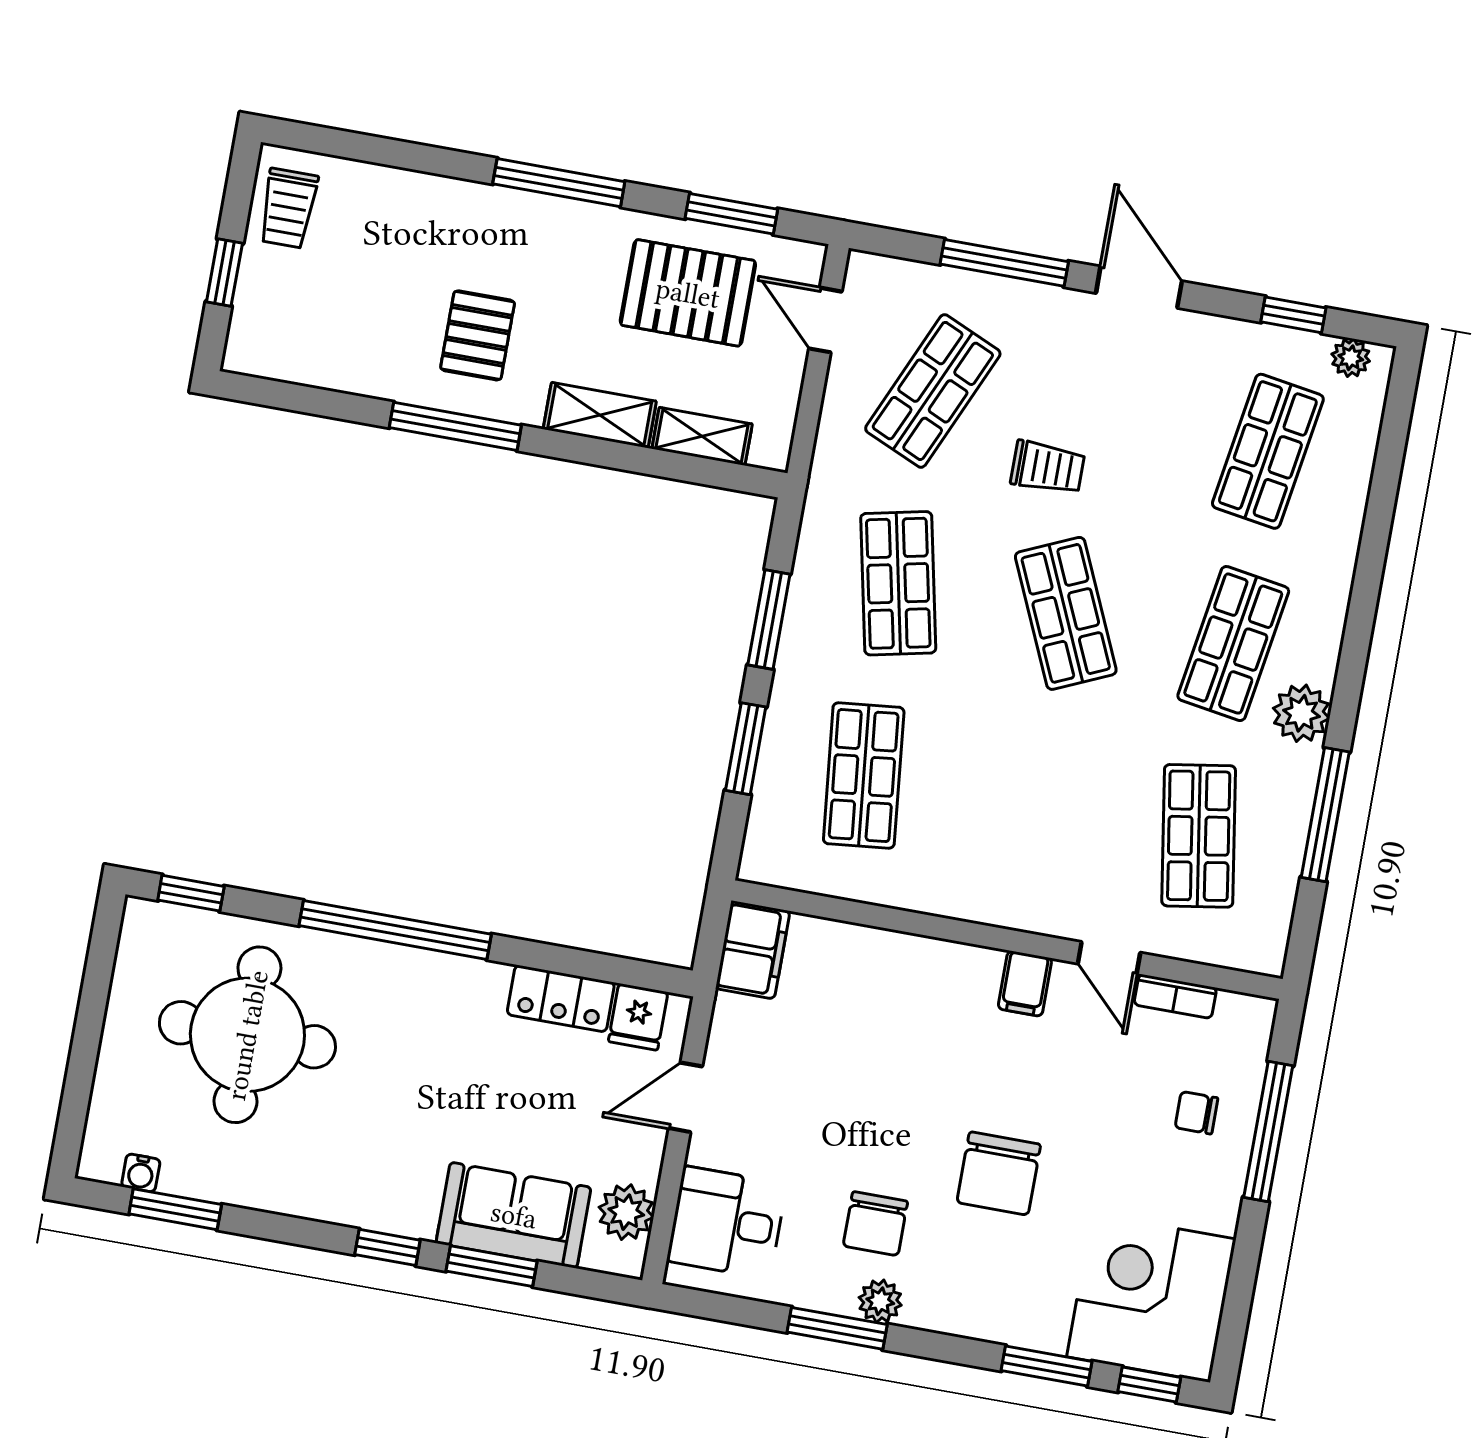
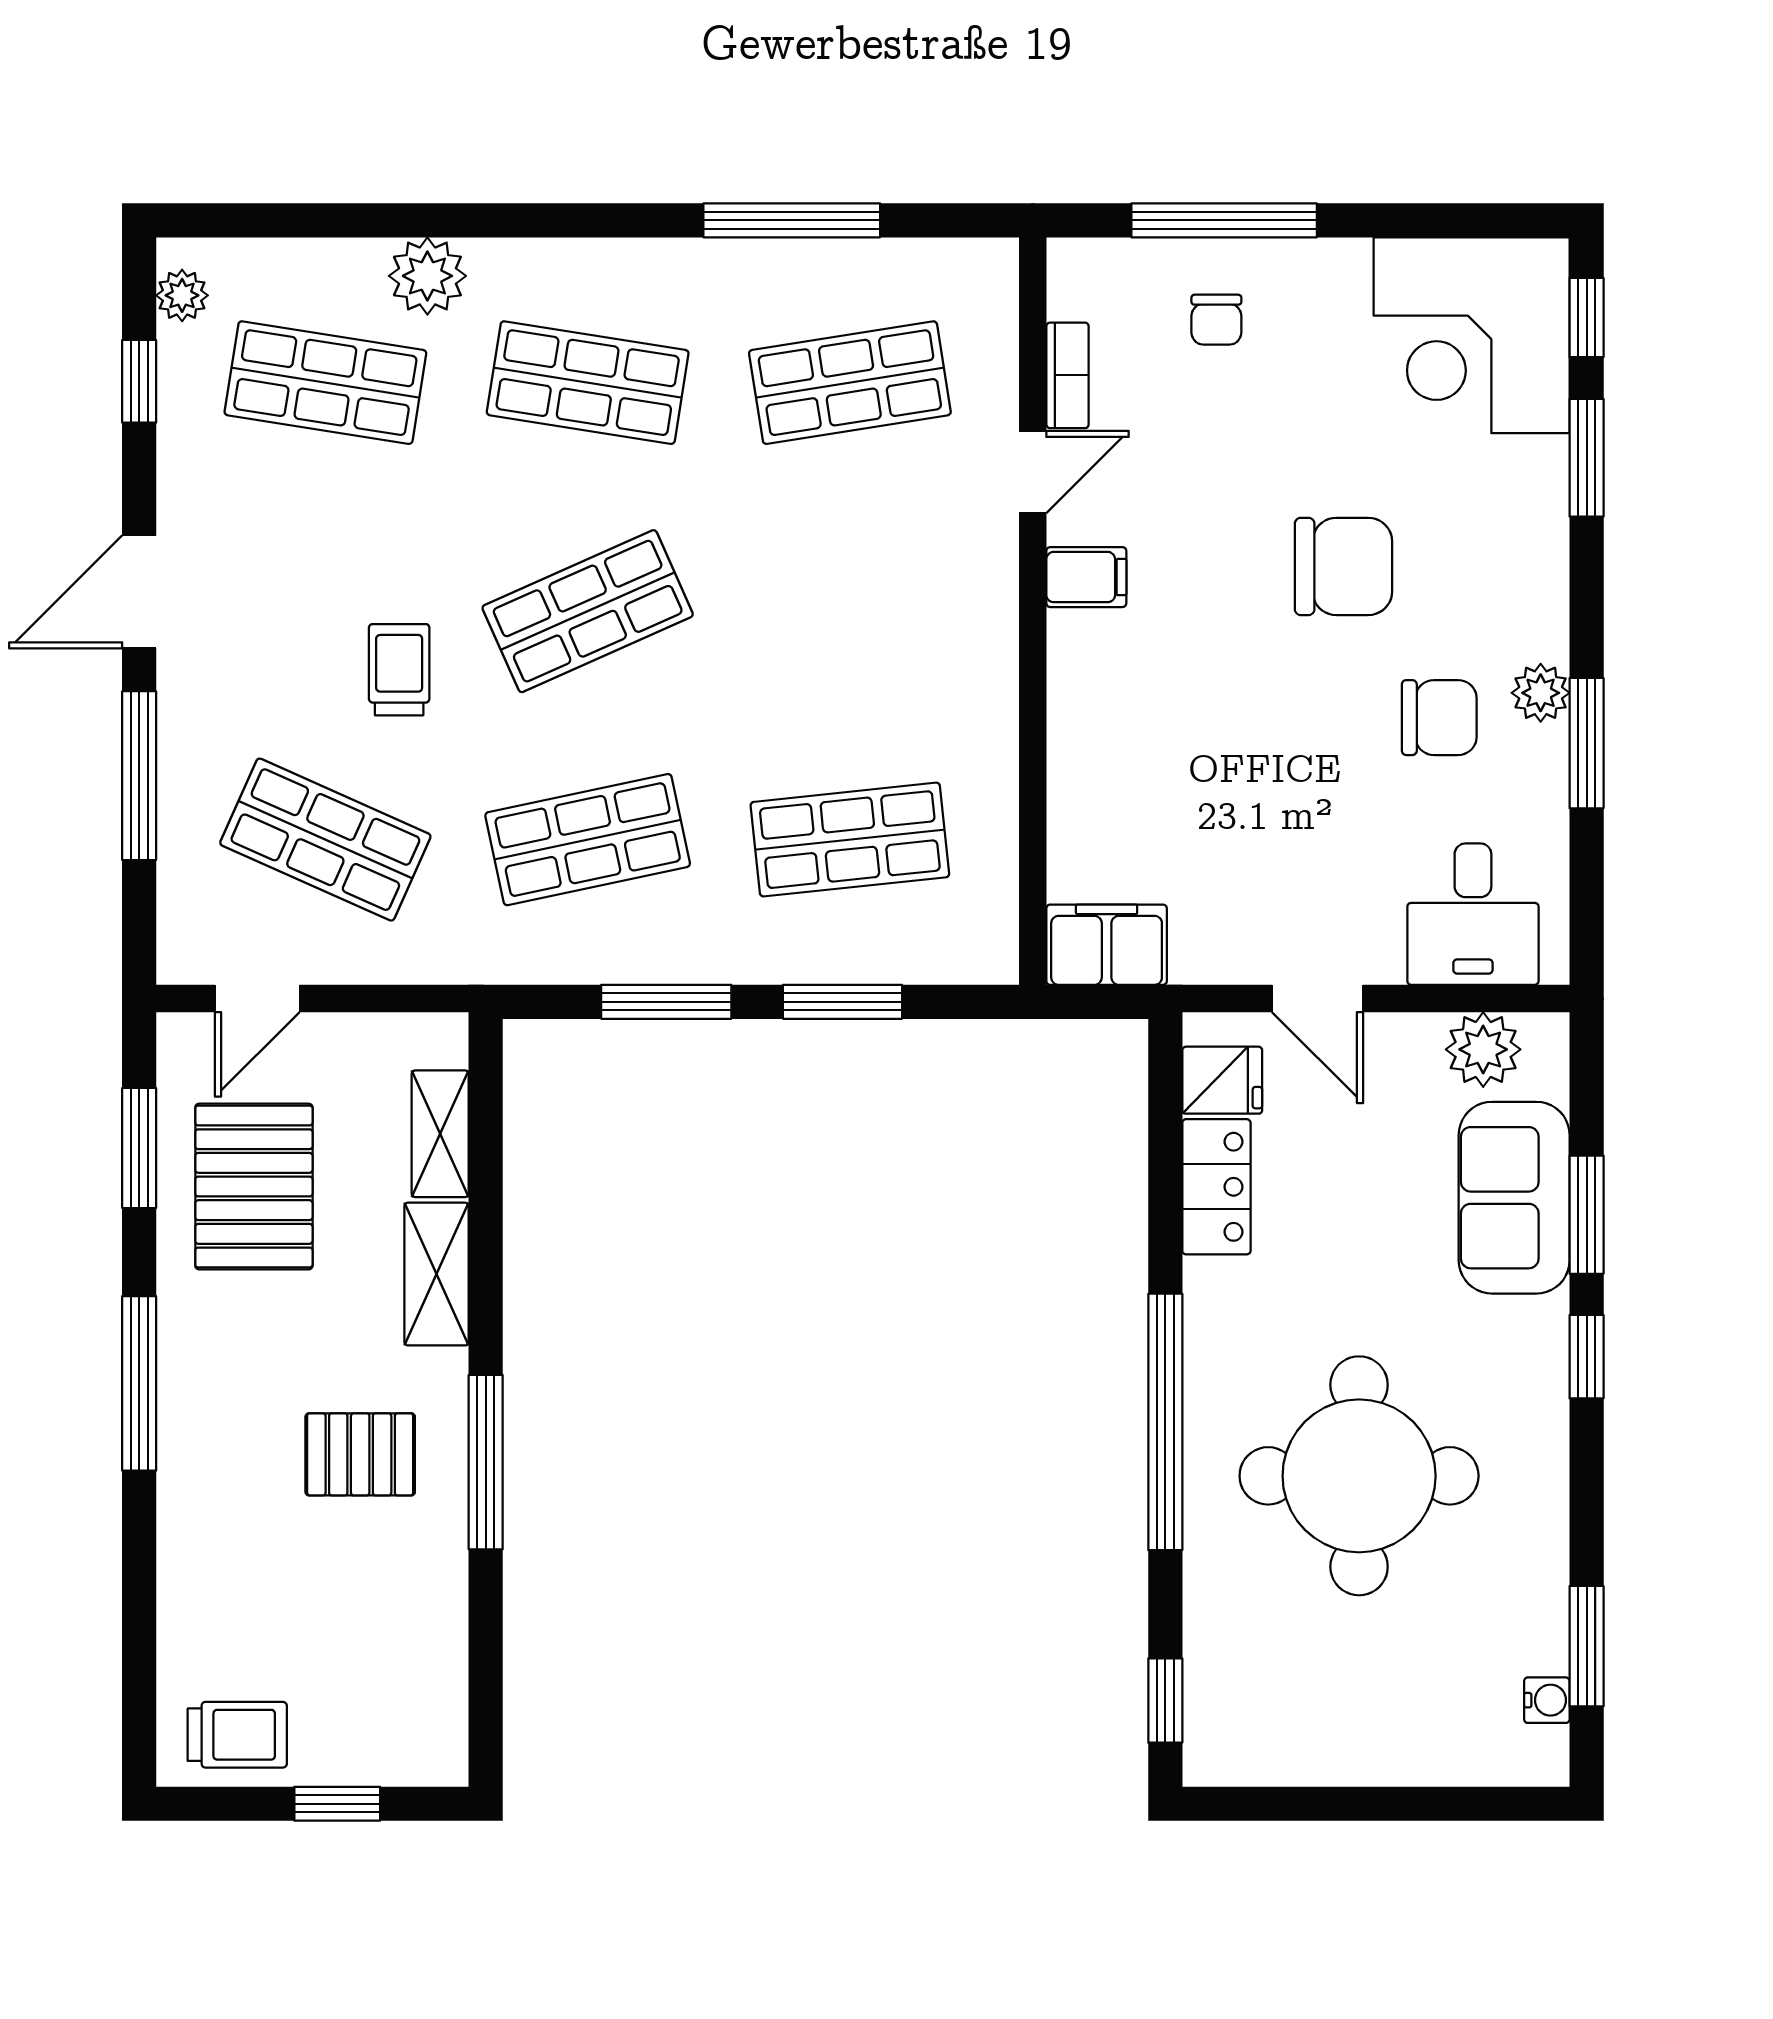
plant: (1301, 713) -> (427, 276), moved
round table: (247, 1035) -> (1359, 1476), moved

